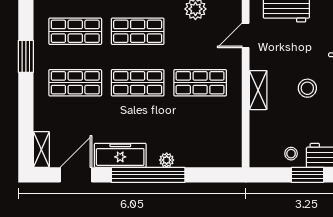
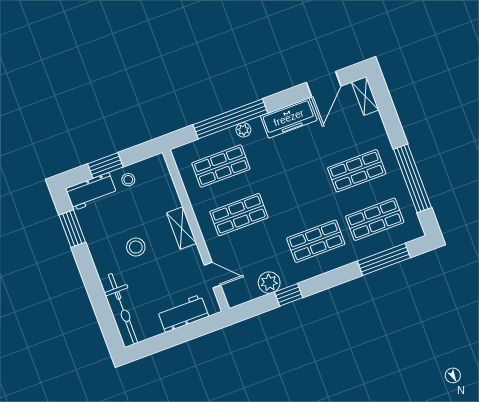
door: (246, 35) -> (213, 275), hinge flipped
window: (26, 56) -> (412, 178), width x2.11
shop shelf: (138, 83) -> (221, 166), moved
window: (148, 175) -> (230, 119), moved

